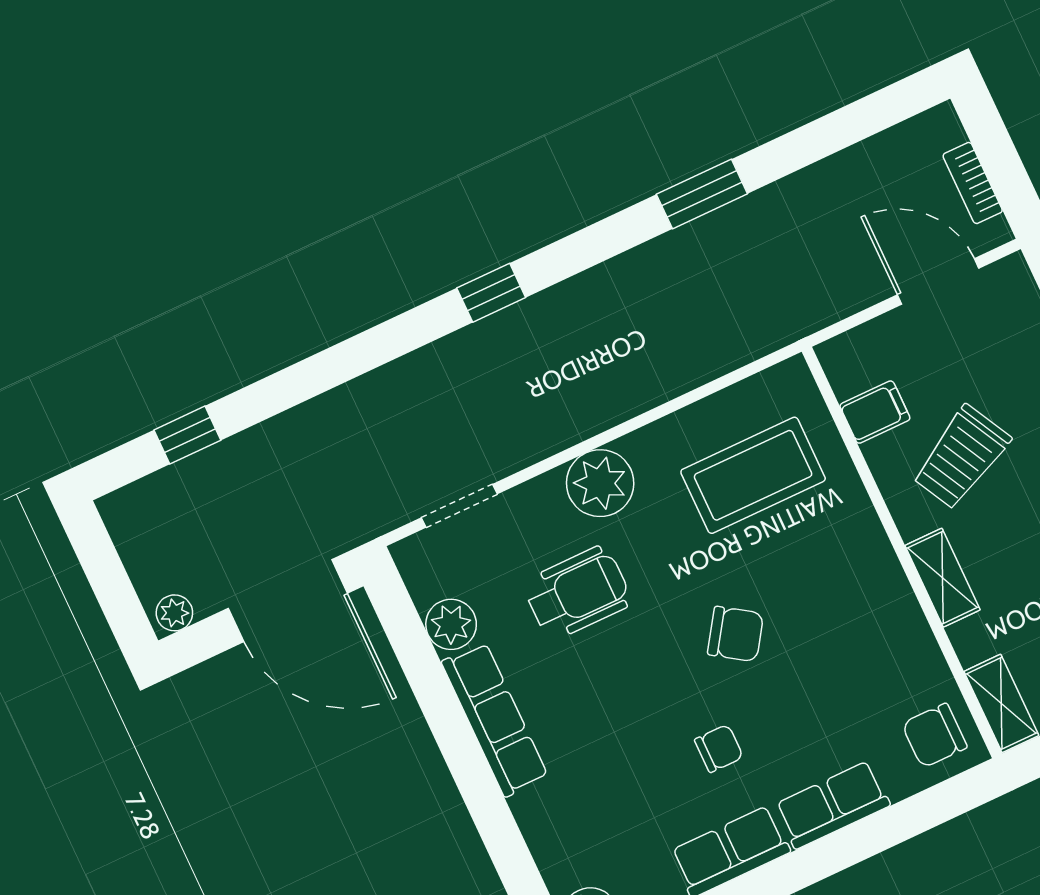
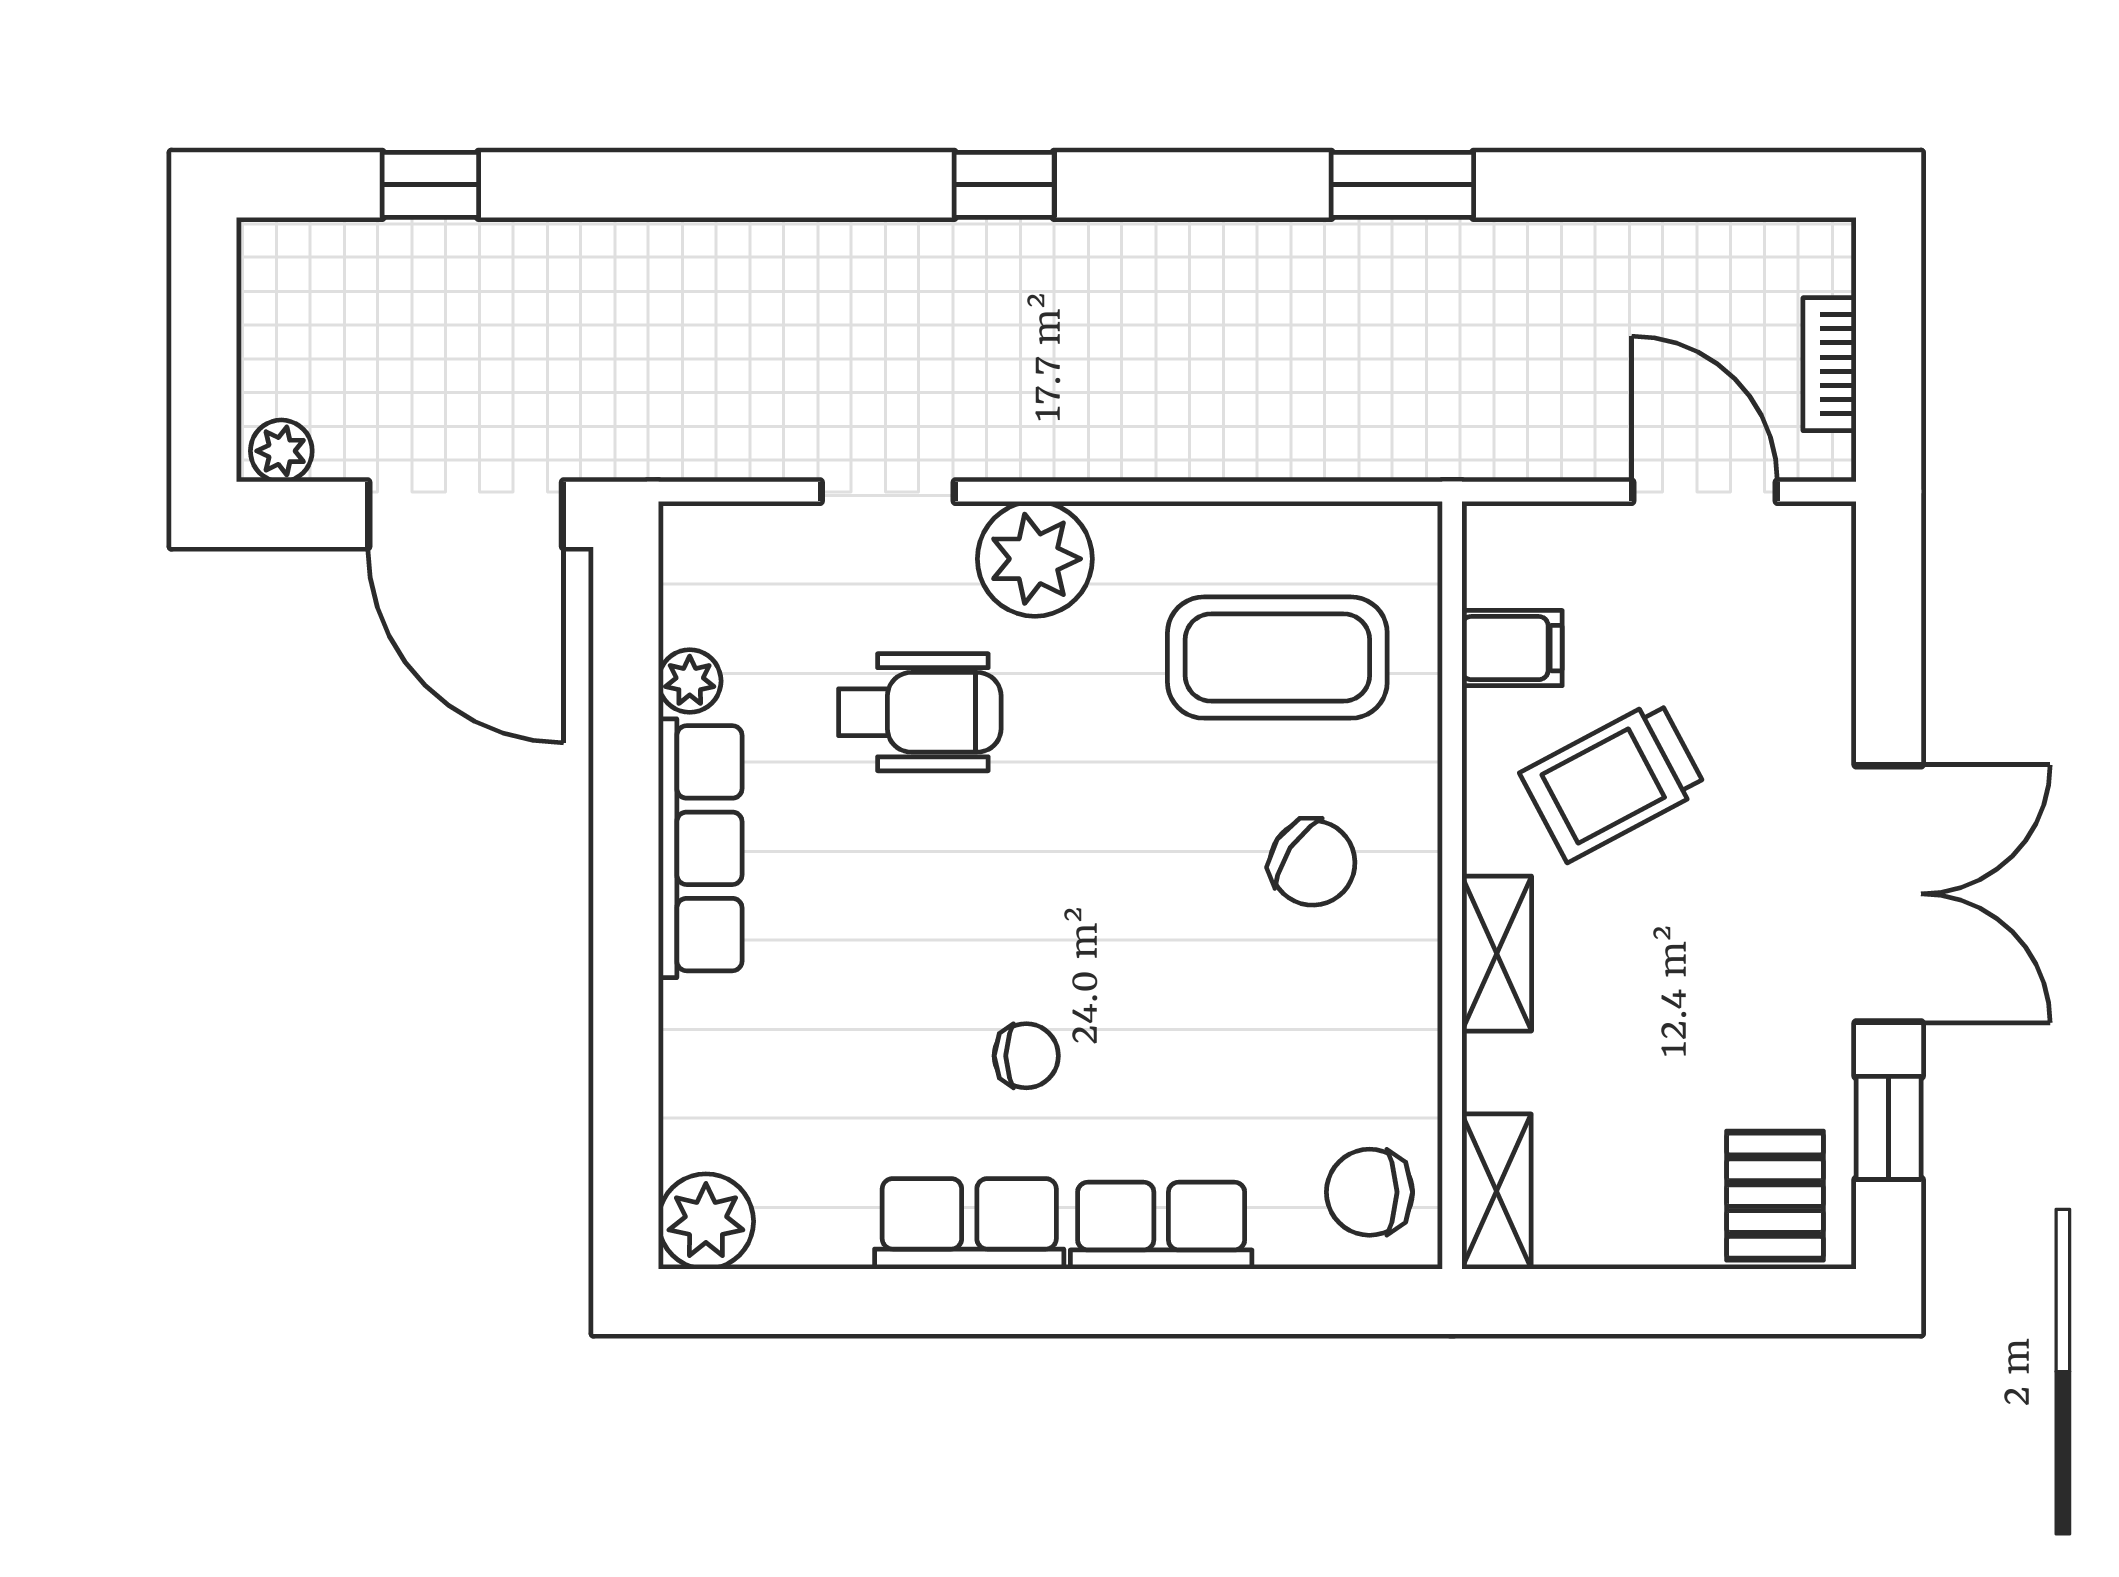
doorway: (459, 506) -> (888, 492), moved
plant: (451, 624) -> (690, 681), width x0.73, depth x0.73
chair: (736, 634) -> (1313, 863), moved

